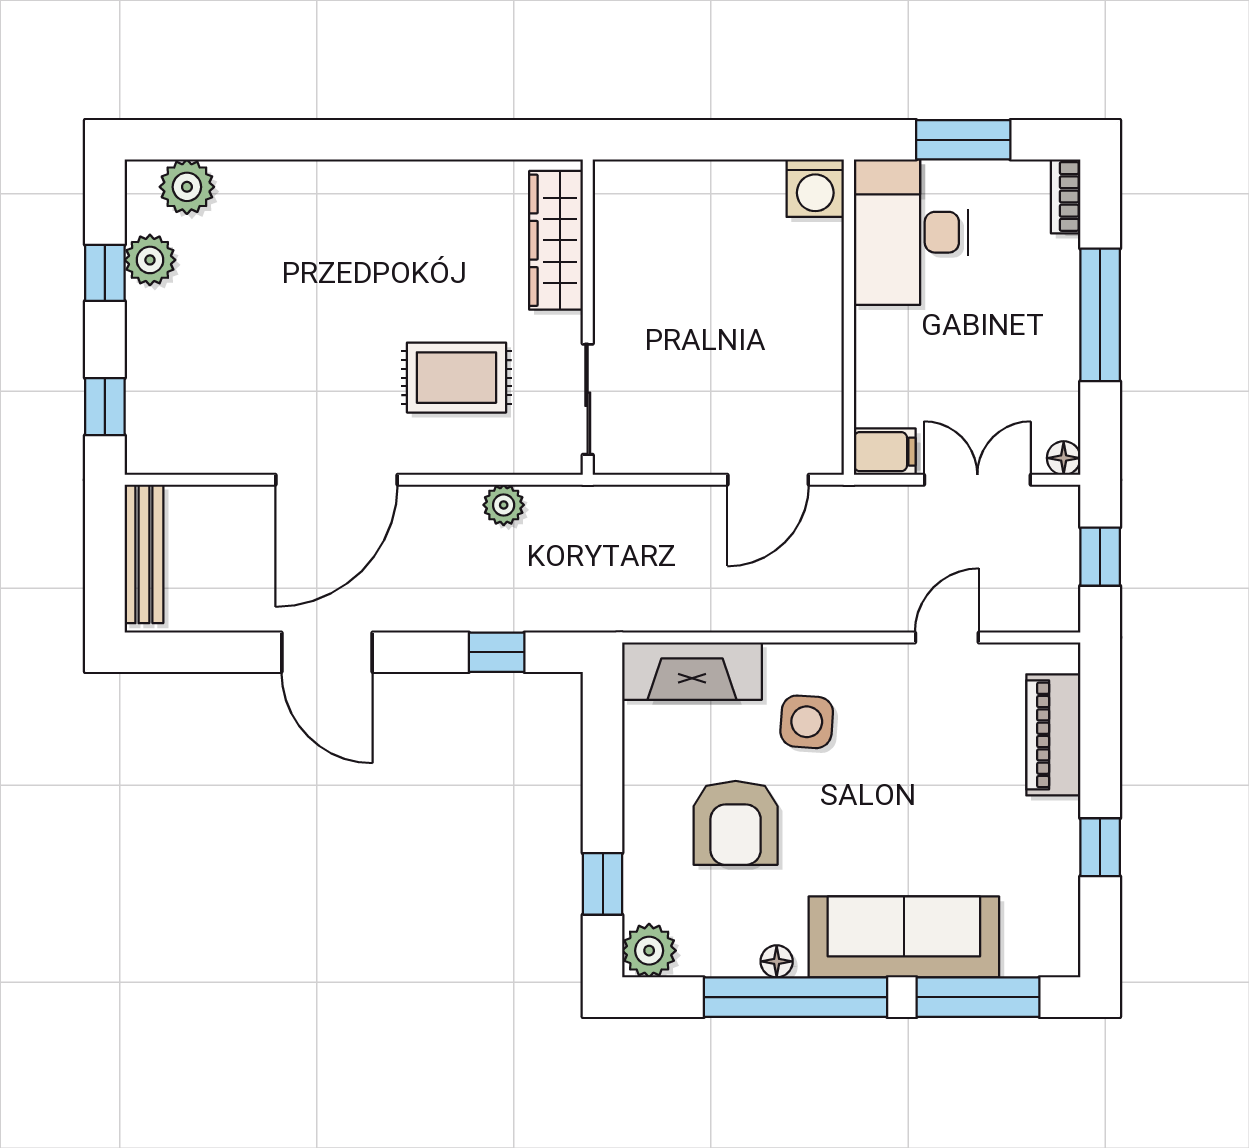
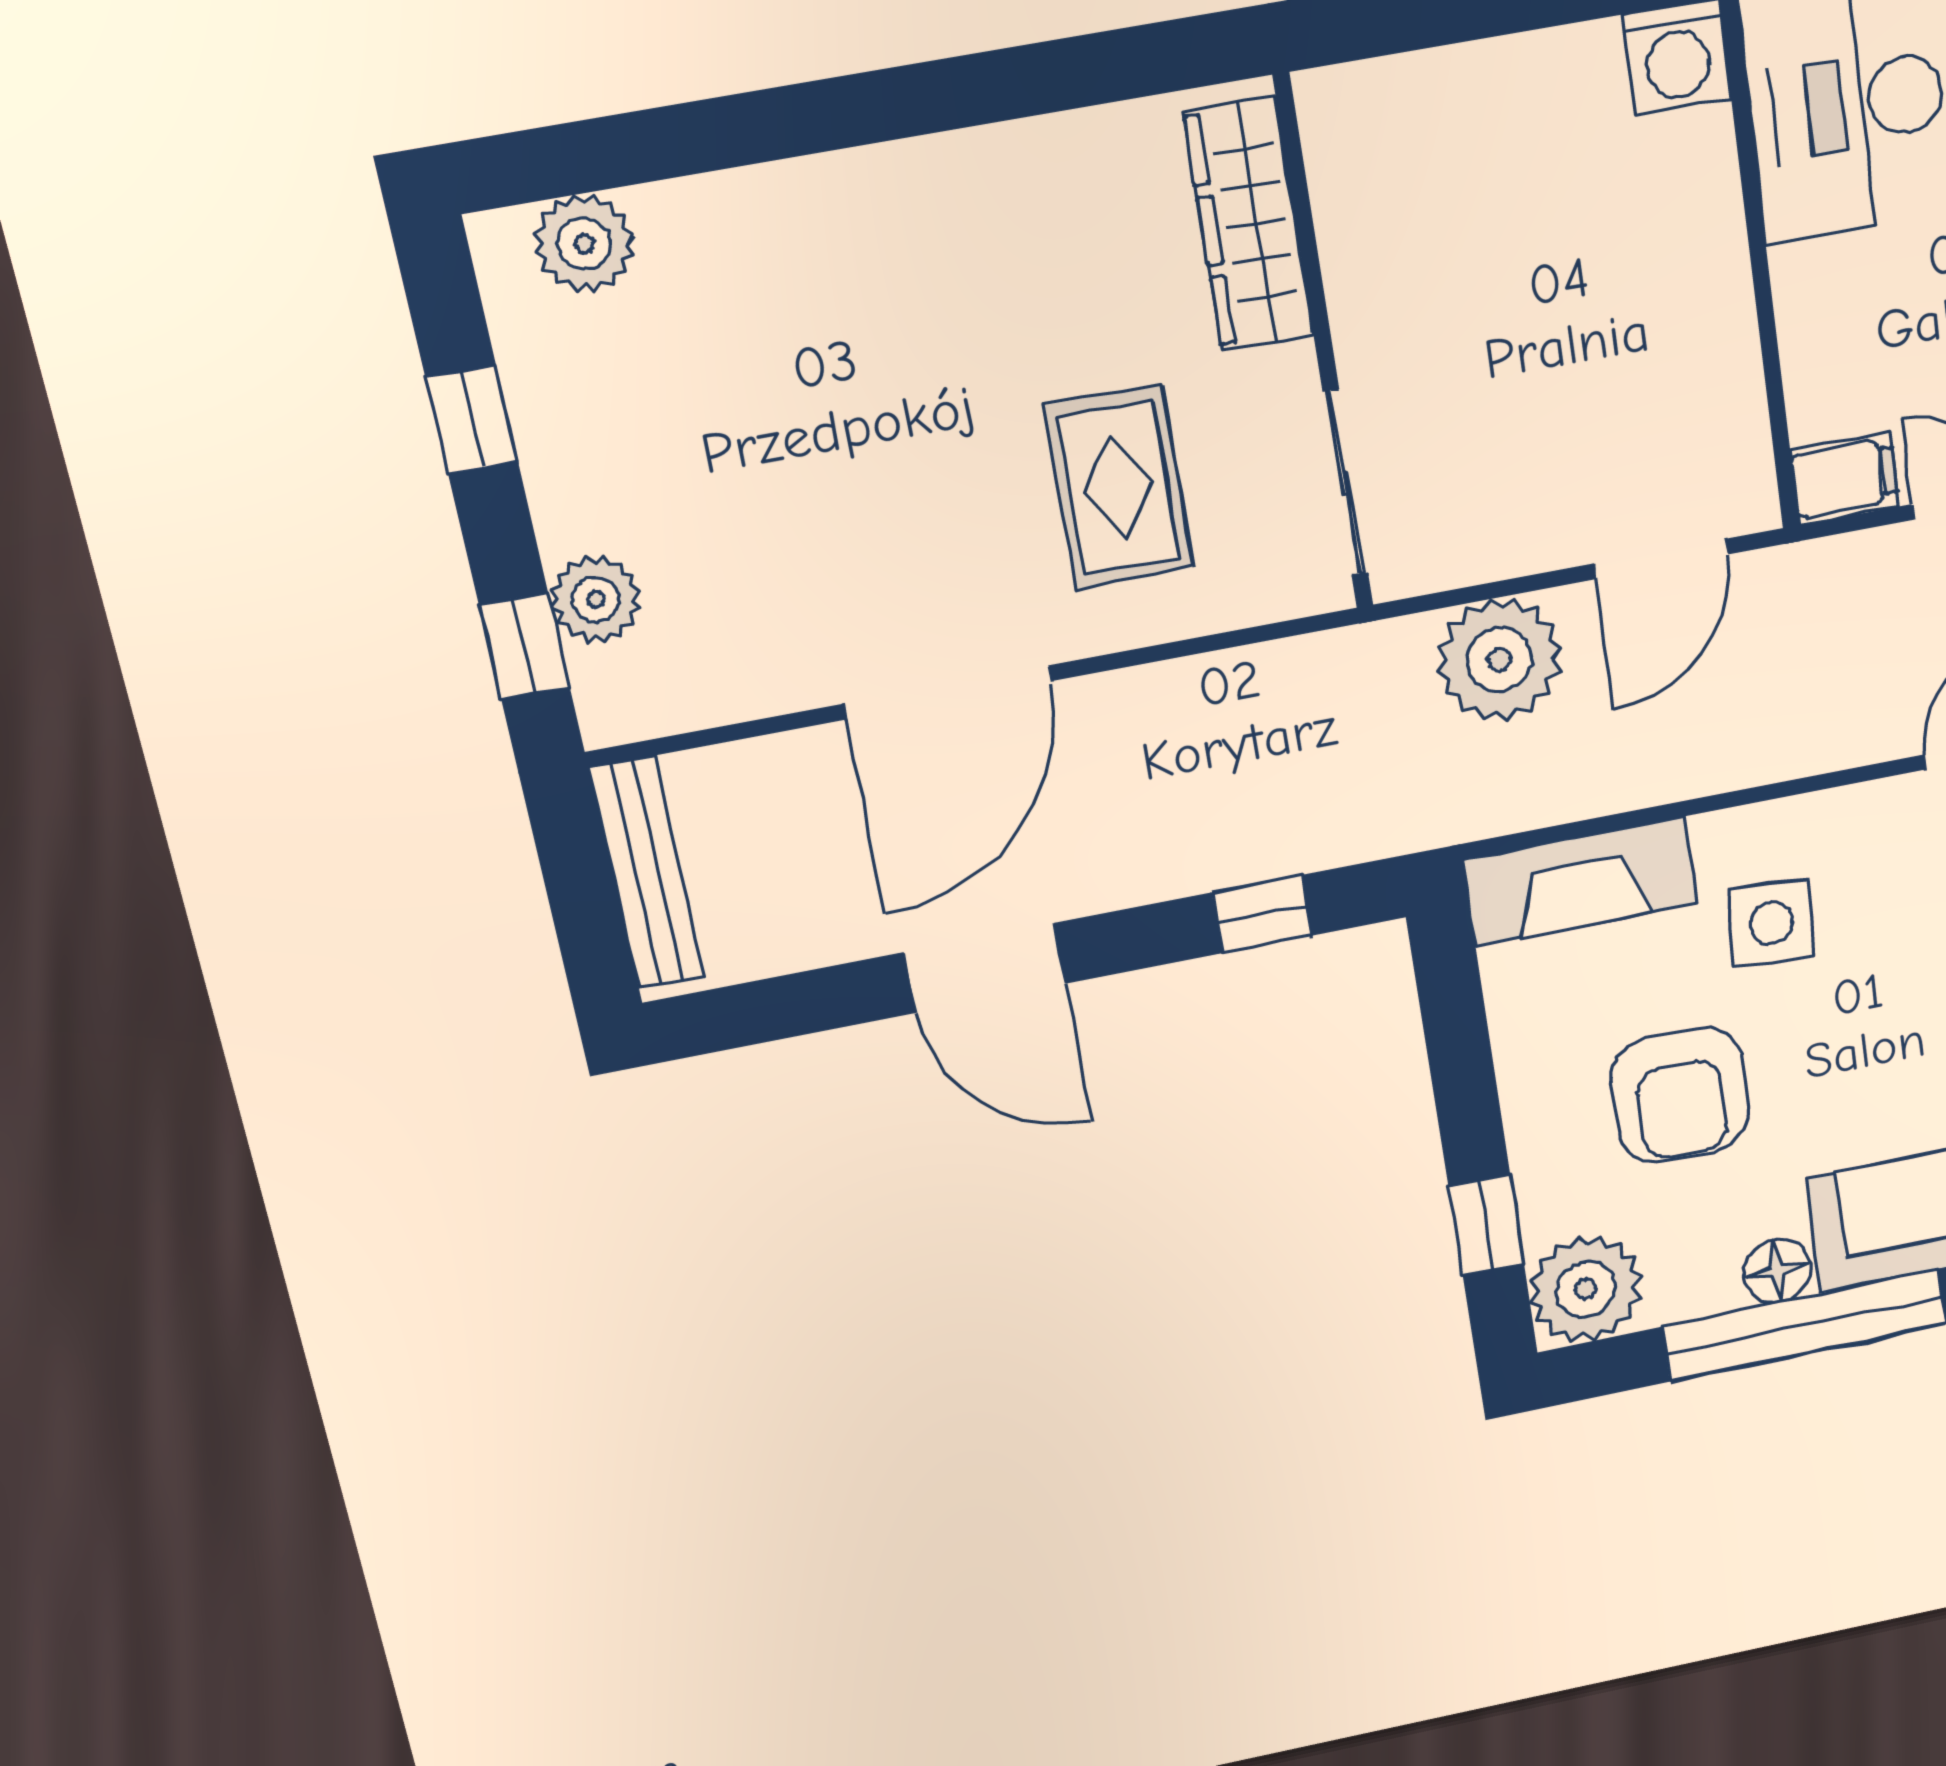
plant: (150, 260) -> (596, 599), moved
rug: (456, 378) -> (1119, 487), turned 90
plant: (504, 505) -> (1500, 660), moved, width x1.87, depth x1.87
plant: (649, 951) -> (1586, 1289), width x1.36, depth x1.36
floor lamp: (777, 961) -> (1777, 1271), width x1.37, depth x1.37

